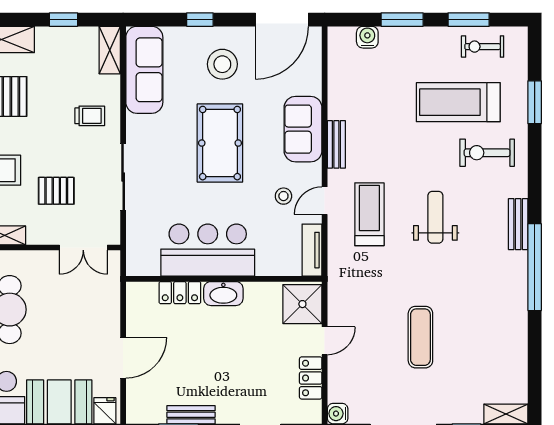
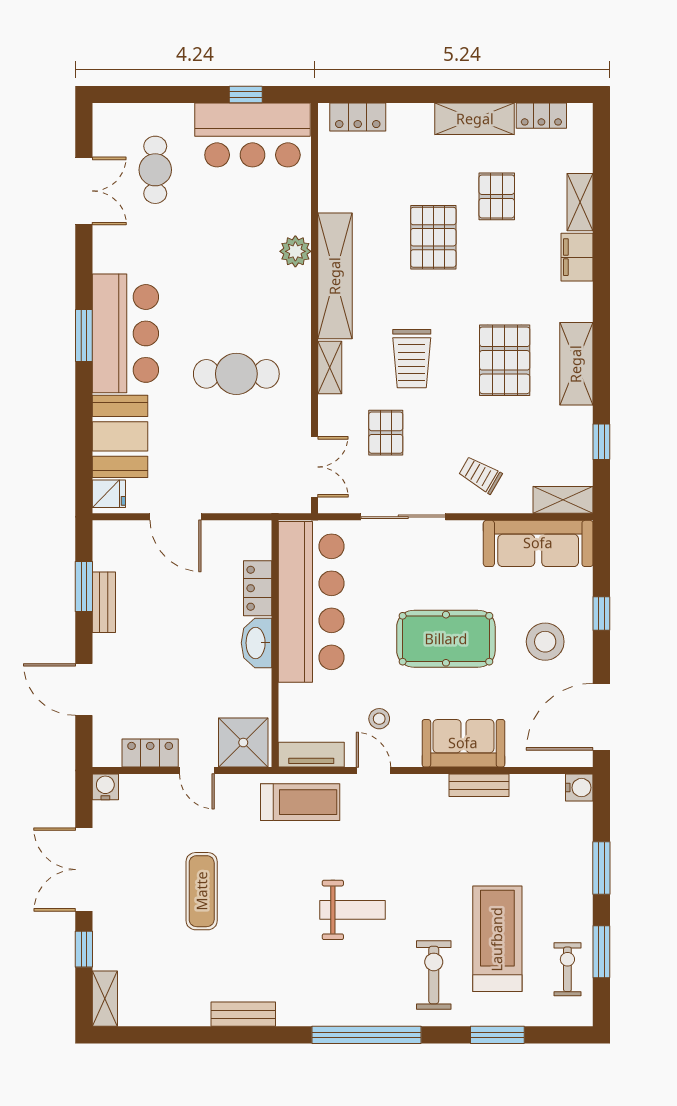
door: (282, 20) -> (601, 717), hinge flipped
water cooler: (367, 37) -> (579, 788), moved
trolley: (90, 116) -> (480, 475), turned 120
bench: (336, 144) -> (479, 785), moved
treadmill: (369, 214) -> (300, 802), moved
bench: (518, 224) -> (243, 1014), moved
double door: (83, 247) -> (314, 467), swing flipped
bar counter: (208, 250) -> (311, 602), width x1.36
window: (535, 267) -> (367, 1035), moved
exercise mat: (420, 337) -> (202, 891), turned 90

